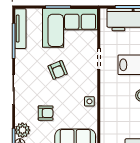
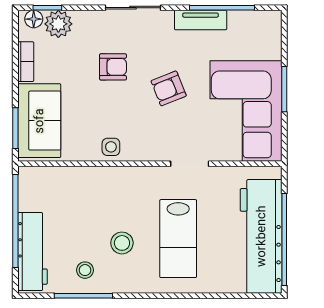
tv unit: (20, 29) -> (201, 20), moved, width x0.71
armchair: (46, 113) -> (113, 67), moved, turned -90

